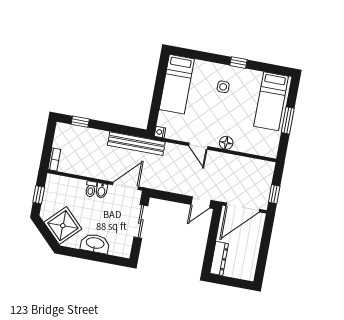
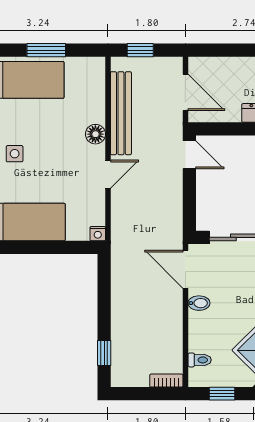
bench: (136, 144) -> (121, 113), moved
toilet: (91, 189) -> (200, 360), moved
window: (274, 194) -> (140, 50), moved
door: (243, 208) -> (185, 92), width x0.73

